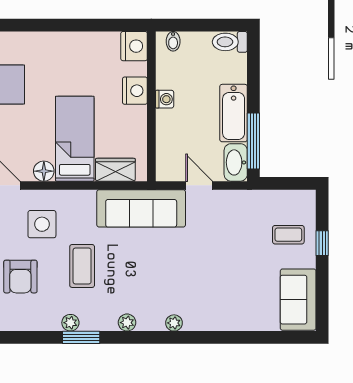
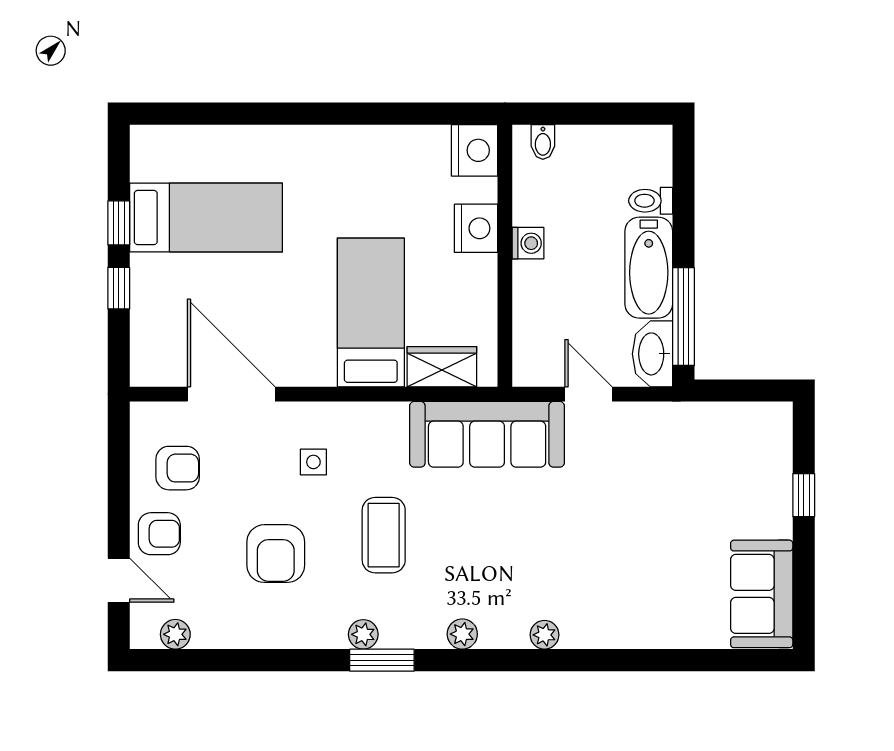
toilet: (230, 42) -> (651, 201), moved, width x0.73, depth x0.72
floor lamp: (44, 171) -> (317, 369), removed
side table: (42, 224) -> (313, 462), width x0.54, depth x0.54
coffee table: (288, 235) -> (745, 480), removed

